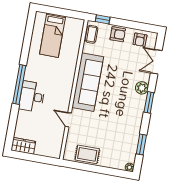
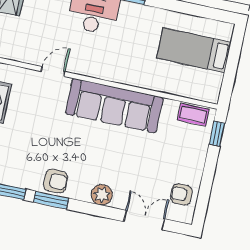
armchair: (118, 34) -> (56, 181), moved, turned -90
window: (149, 102) -> (51, 200), moved

